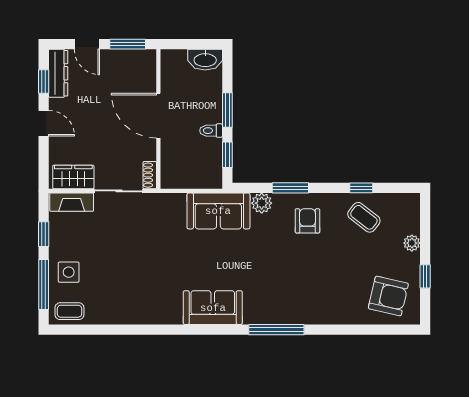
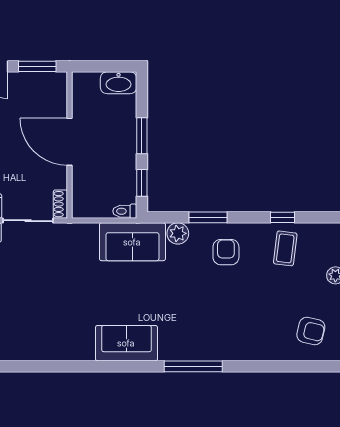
toilet: (211, 131) -> (125, 211), moved
coffee table: (364, 217) -> (285, 248), turned 59
armchair: (388, 296) -> (311, 331), width x0.72, depth x0.72

